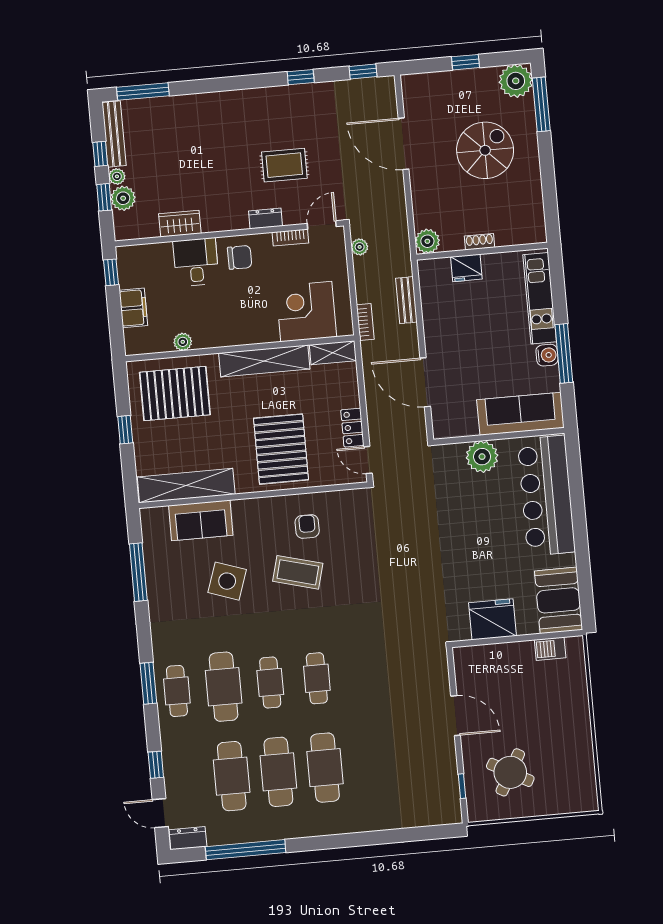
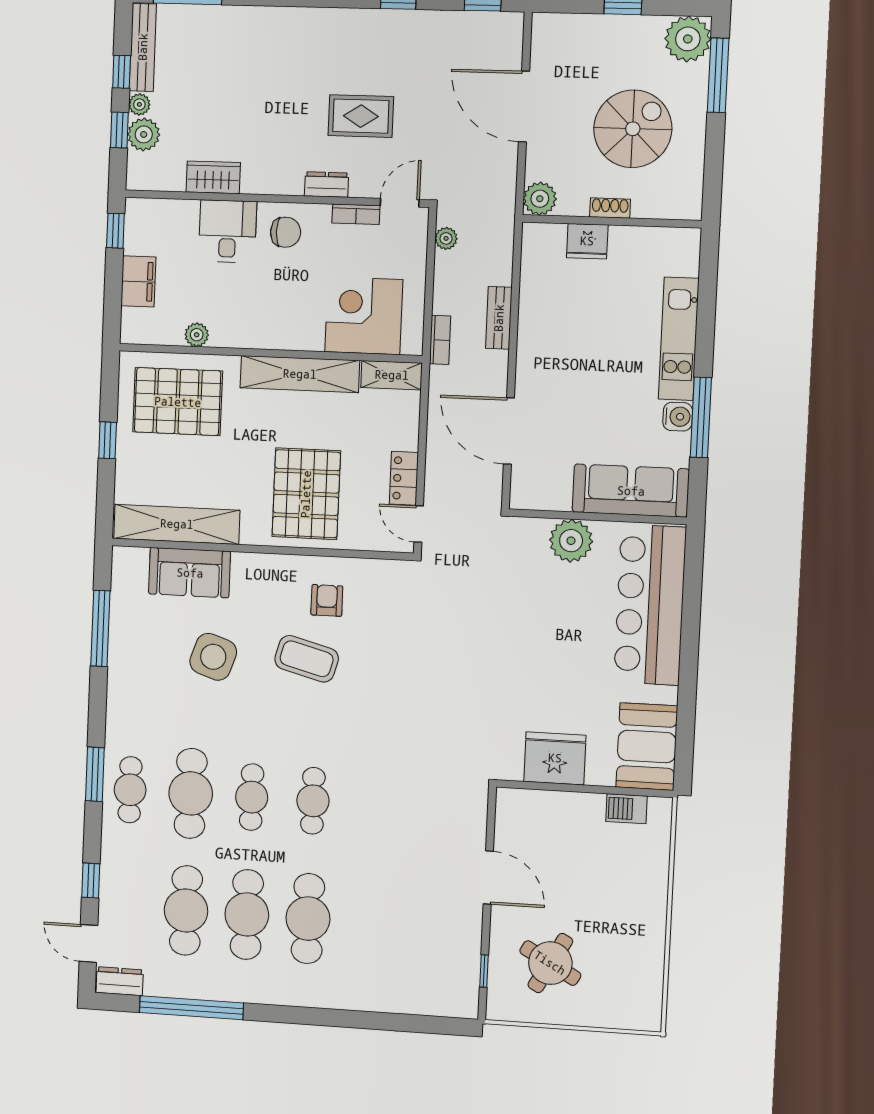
plant: (427, 241) -> (540, 199), moved
shoe rack: (480, 242) -> (610, 208), moved
wall: (482, 251) -> (612, 221), moved
fridge: (466, 268) -> (587, 241), moved

